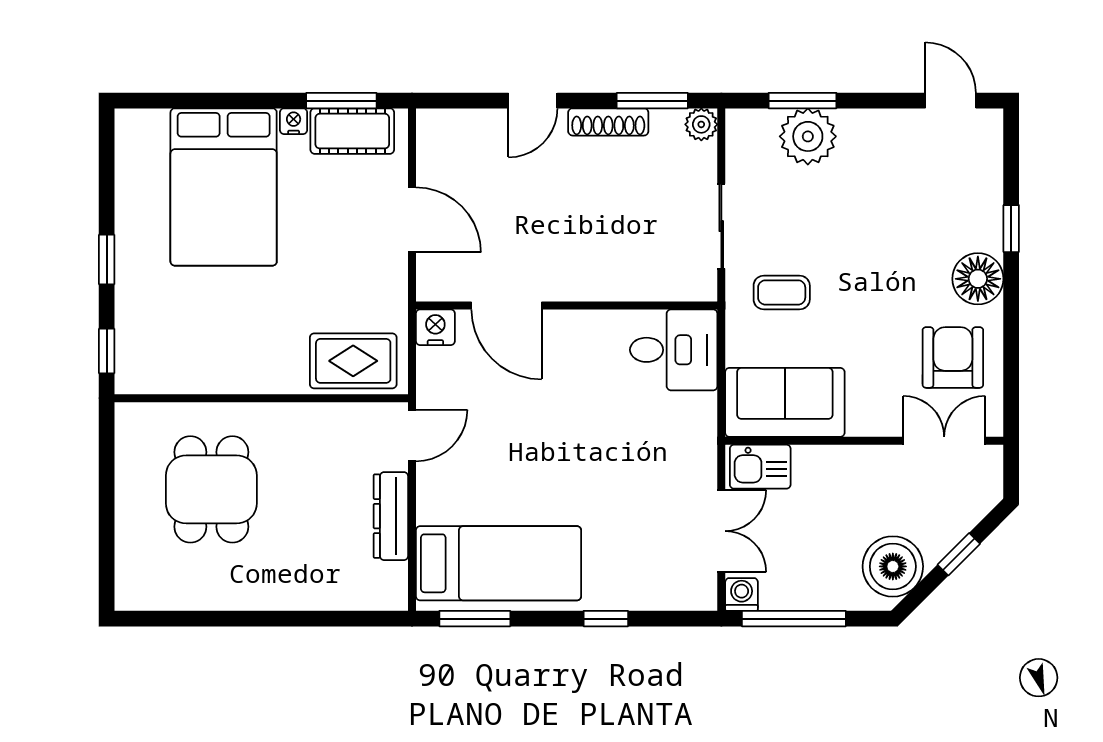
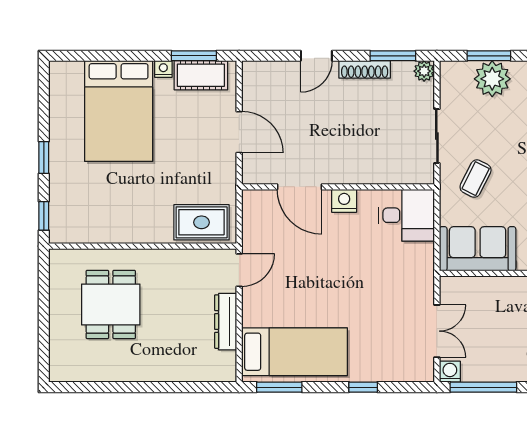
coffee table: (782, 292) -> (476, 179), turned -63
nightstand: (435, 327) -> (344, 201), moved
kitchen sink: (760, 467) -> (462, 290), removed

